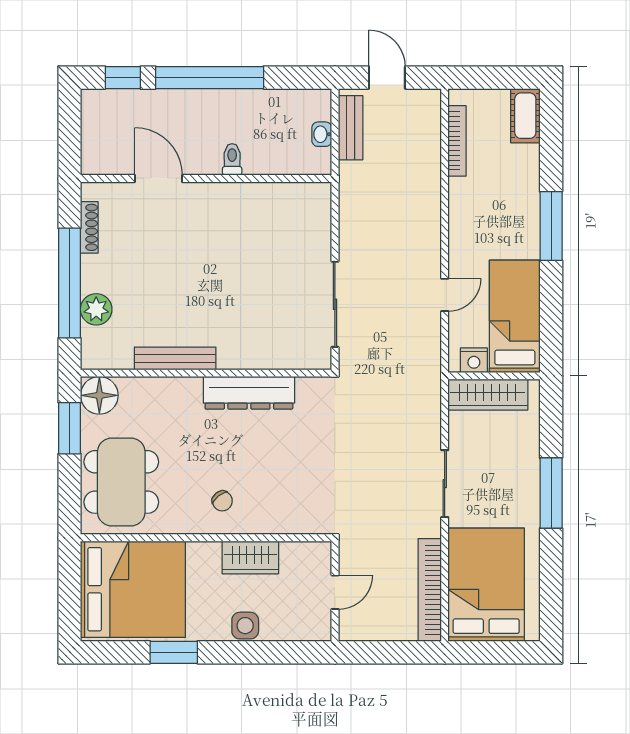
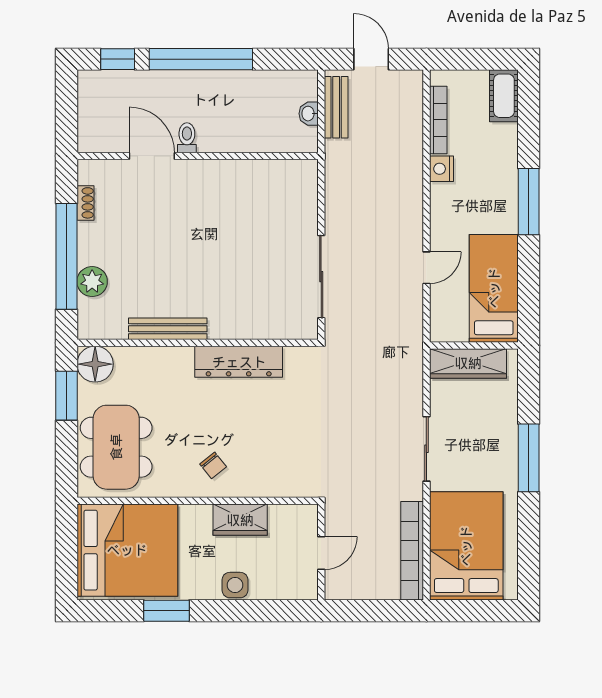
toilet: (232, 159) -> (187, 138), moved
shoe rack: (89, 227) -> (85, 203), width x0.70
nightstand: (474, 360) -> (441, 169), moved, turned 90

